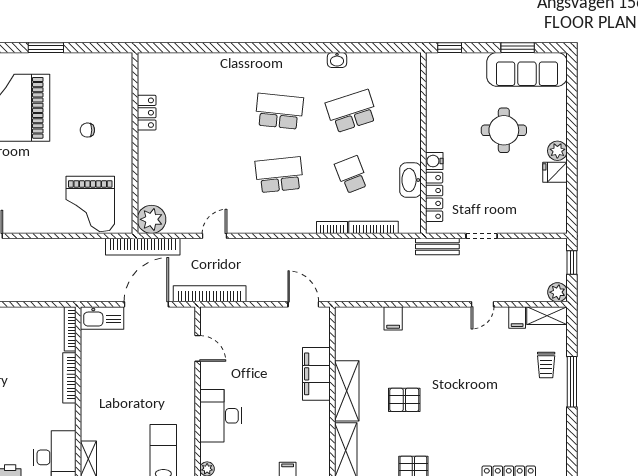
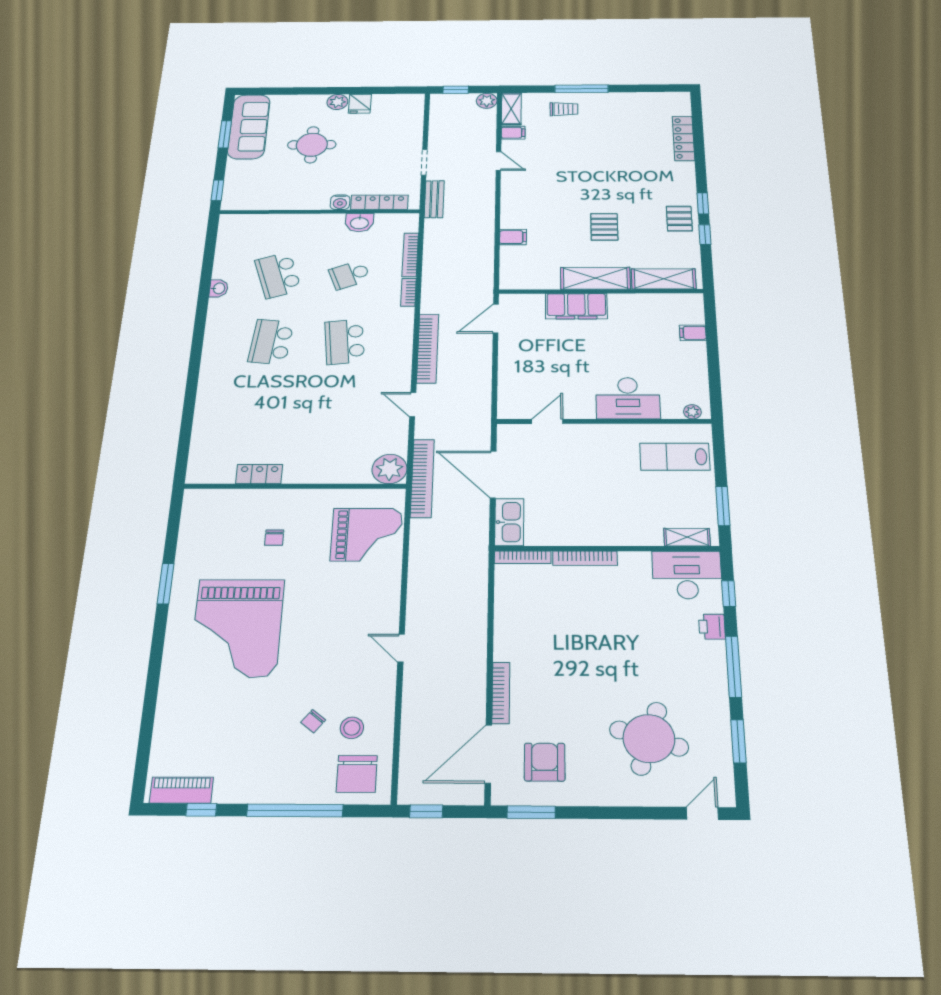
washbasin: (410, 180) -> (359, 223), width x0.72
bookcase: (210, 294) -> (428, 348), moved, turned 180

